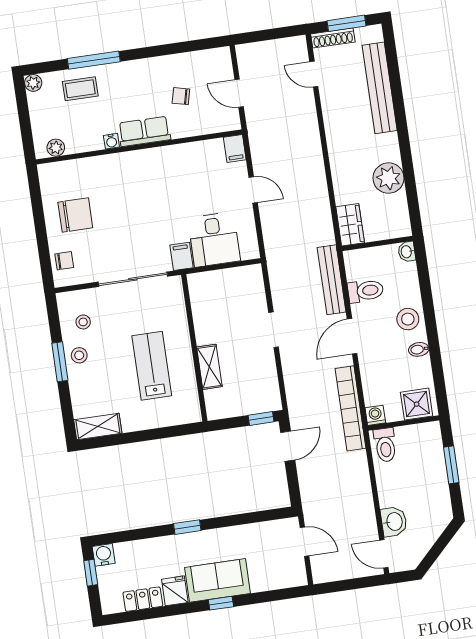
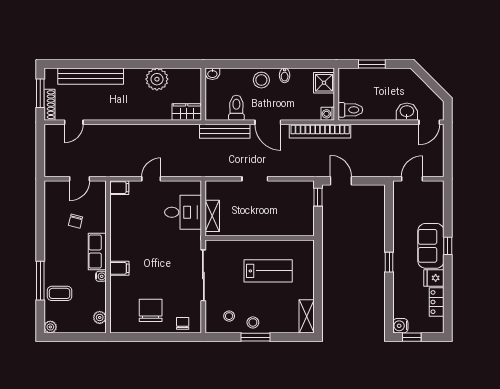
coffee table: (80, 89) -> (60, 293), turned 90
filing cabinet: (181, 256) -> (119, 268), moved, turned 180
lab bench: (152, 366) -> (268, 271), turned 180
shelving: (209, 367) -> (212, 216), moved, turned 90

